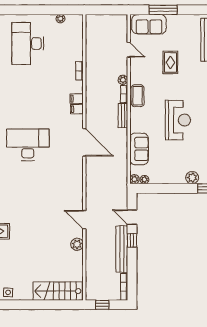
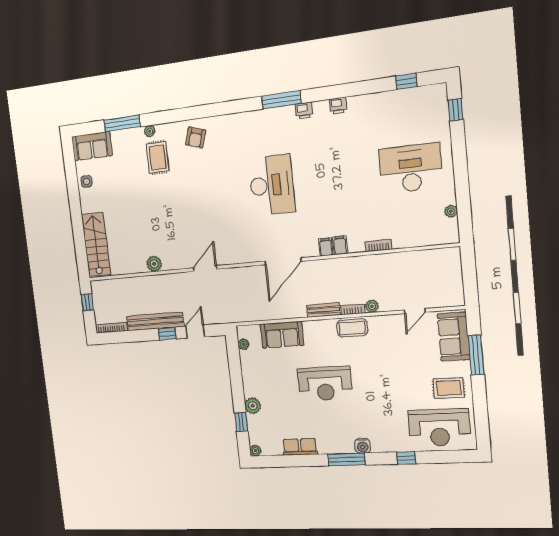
rug: (170, 62) -> (449, 388), moved
plant: (134, 179) -> (243, 331), removed
door: (84, 220) -> (205, 268), moved

